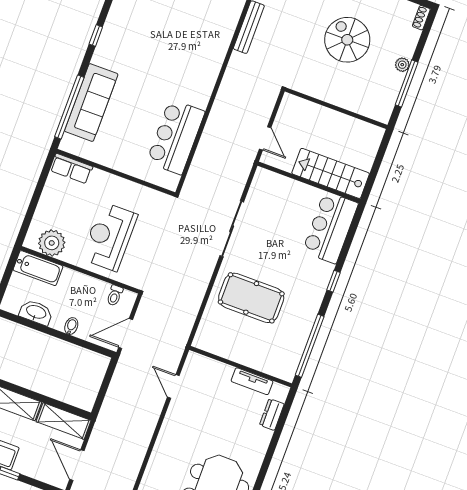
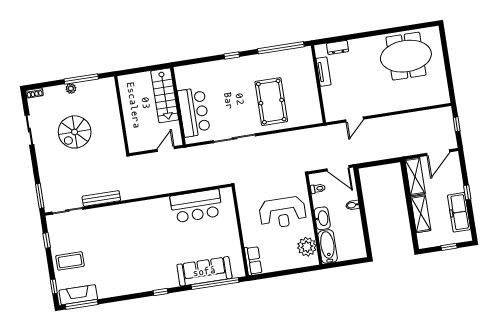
bar counter: (330, 227) -> (194, 112), moved, turned -90
washbasin: (36, 312) -> (322, 218), moved, turned 180

